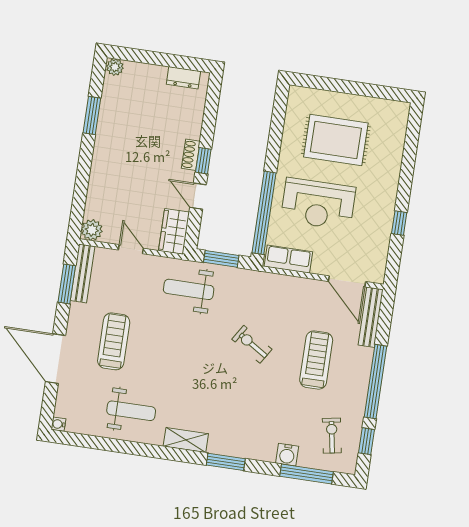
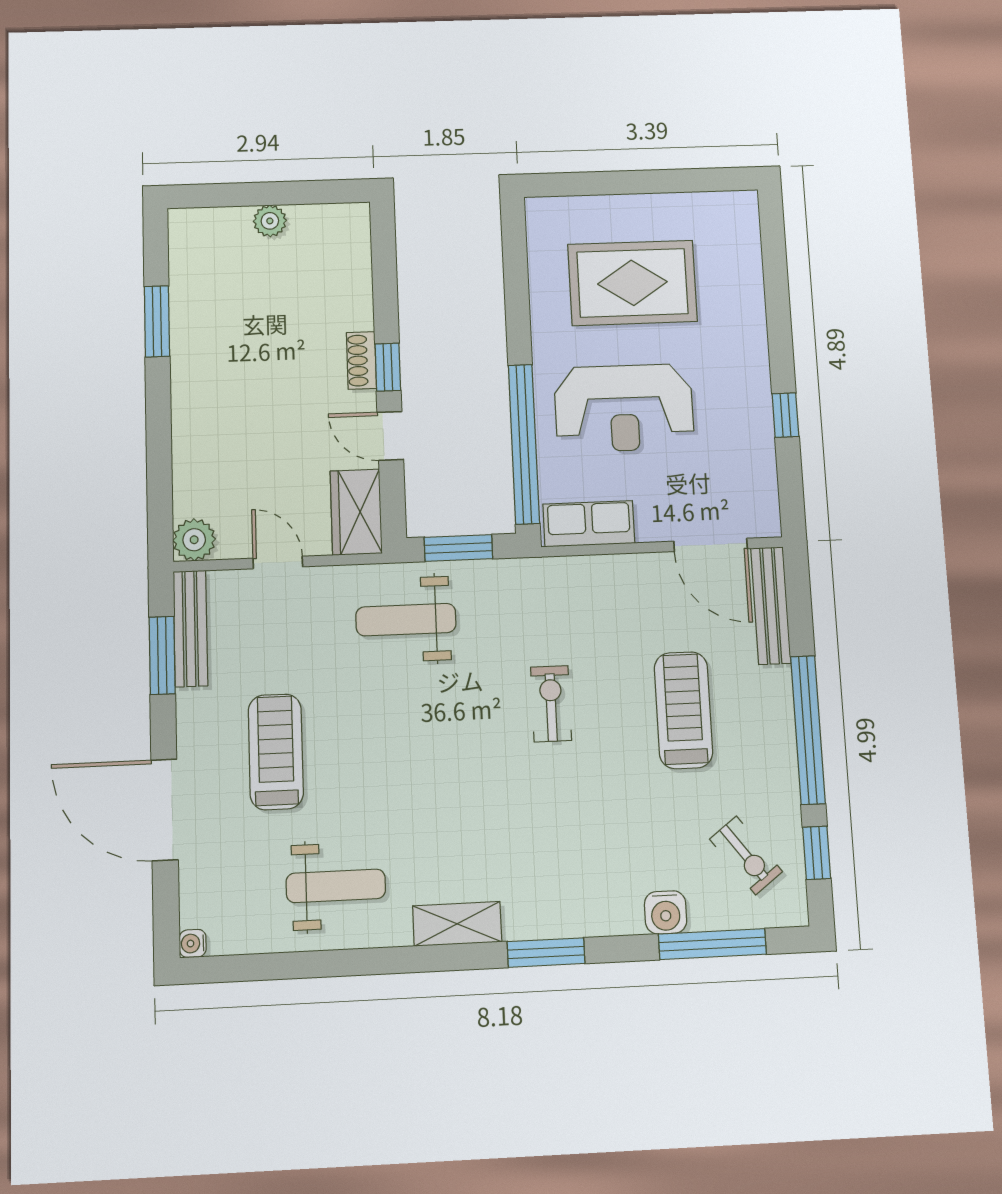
plant: (115, 67) -> (270, 221), moved
dresser: (183, 78) -> (321, 220), removed
exercise bike: (252, 344) -> (551, 704), turned 58
exercise bike: (332, 436) -> (746, 855), turned 153

